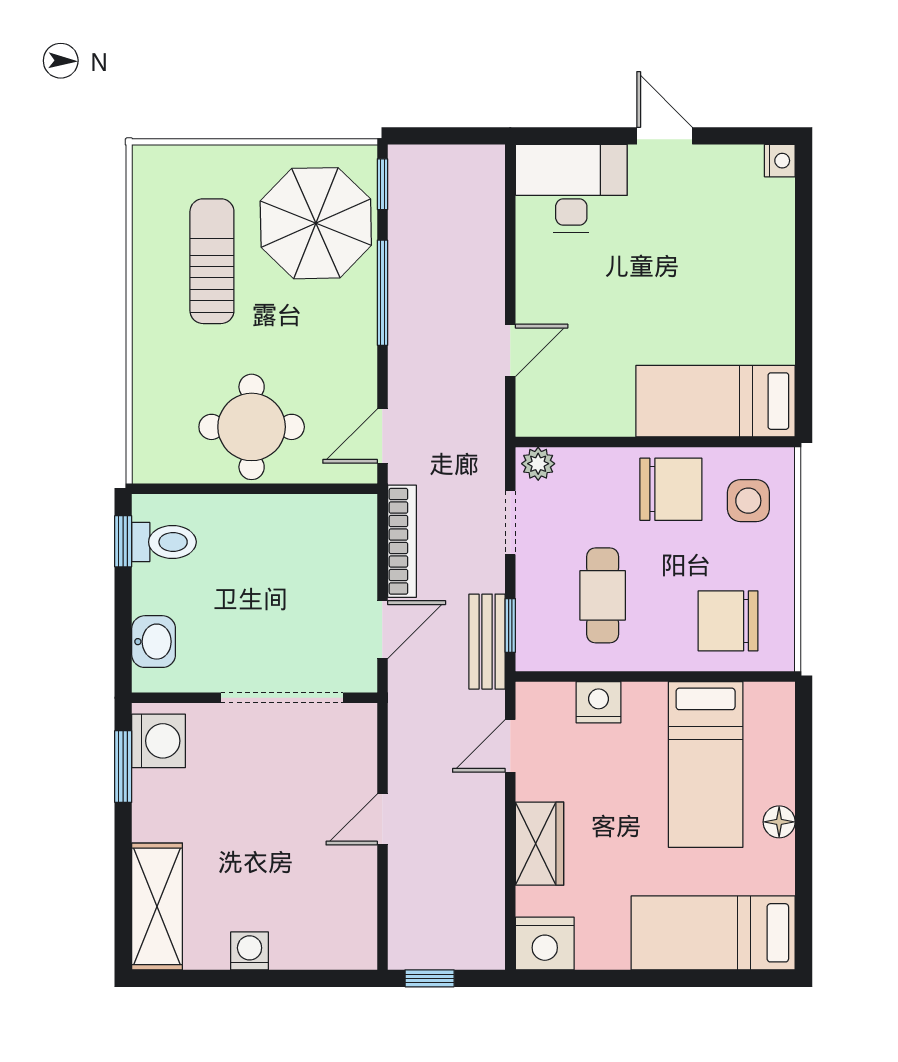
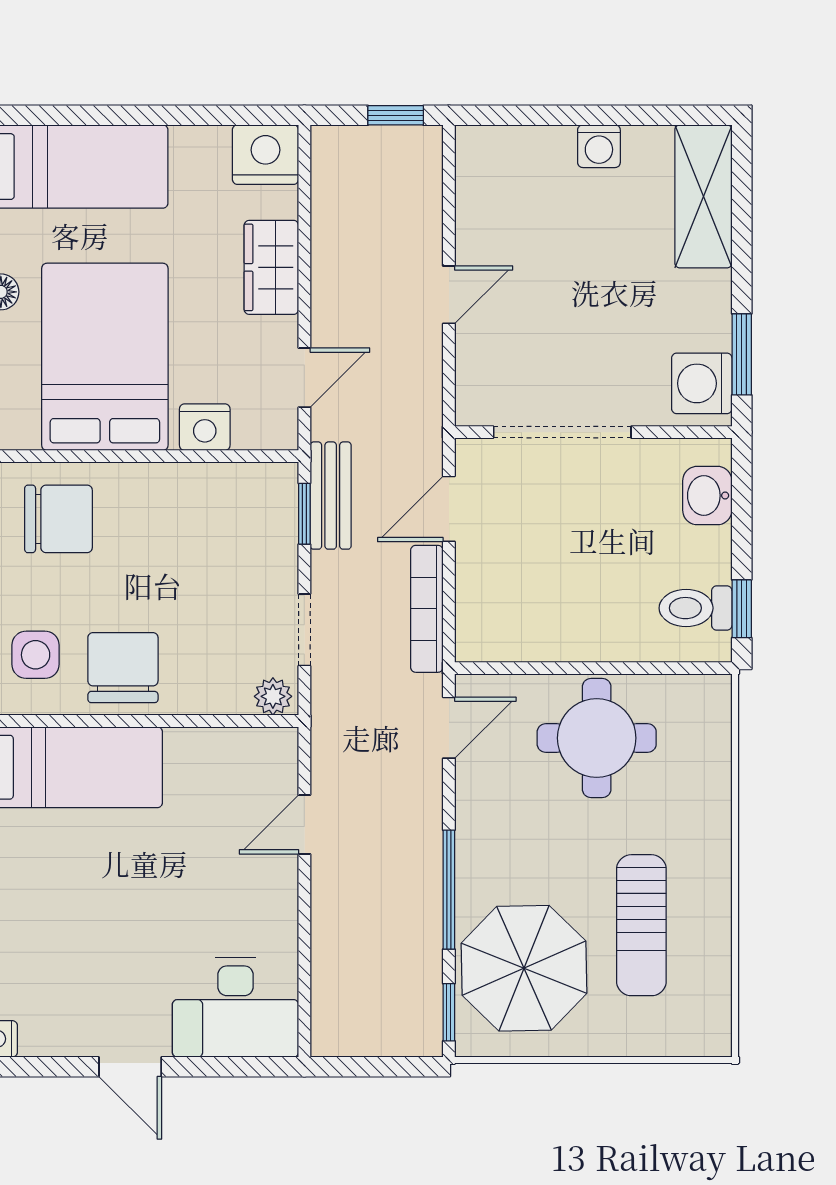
chair: (671, 489) -> (123, 668), turned 90
cafe table: (603, 595) -> (200, 548), removed
bed: (706, 764) -> (105, 357), width x1.50

